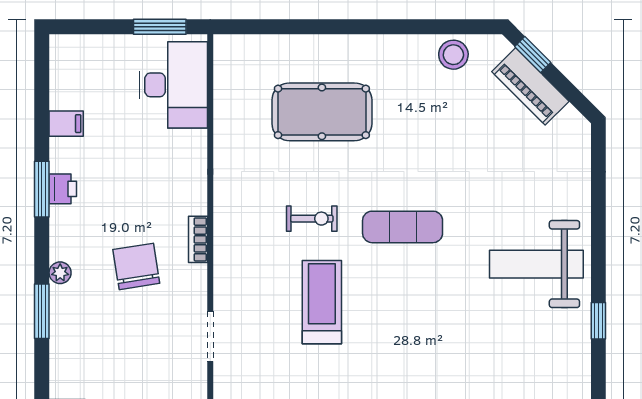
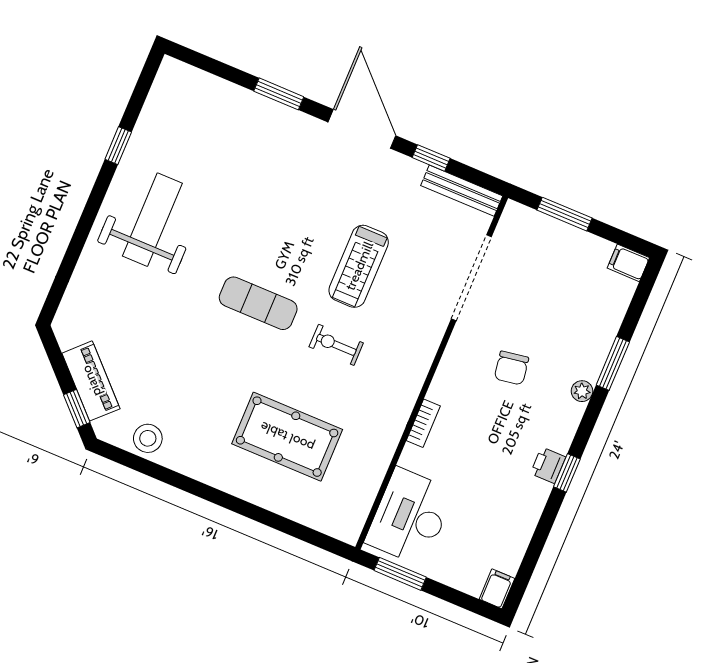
filing cabinet: (66, 124) -> (497, 589), moved, turned 90
window: (42, 189) -> (567, 473), width x0.67
bookcase: (198, 239) -> (423, 423), moved
weight bench: (536, 264) -> (152, 220), turned -90
chair: (136, 266) -> (511, 368), width x0.73, depth x0.73
doorway: (210, 336) -> (471, 278), width x1.87

